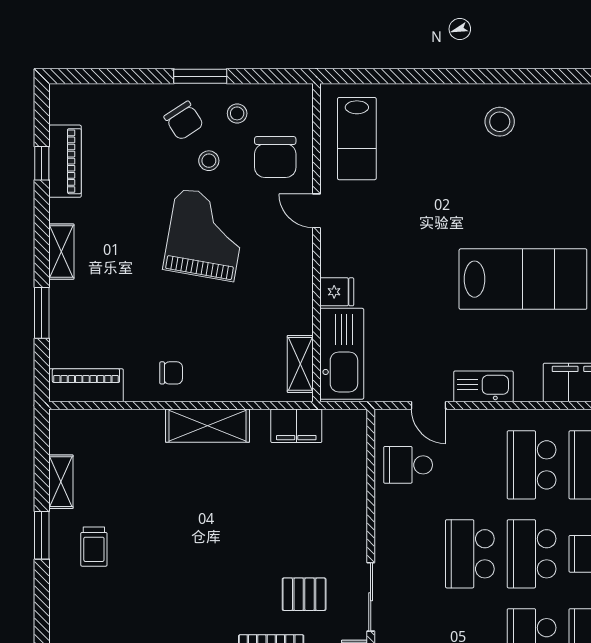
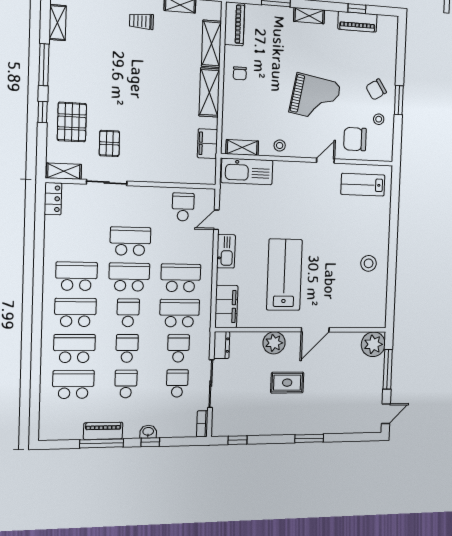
stool: (209, 161) -> (280, 145), moved
lab bench: (523, 279) -> (284, 275), turned 180
fridge: (337, 292) -> (281, 170), removed
shelving: (123, 425) -> (211, 44), added

